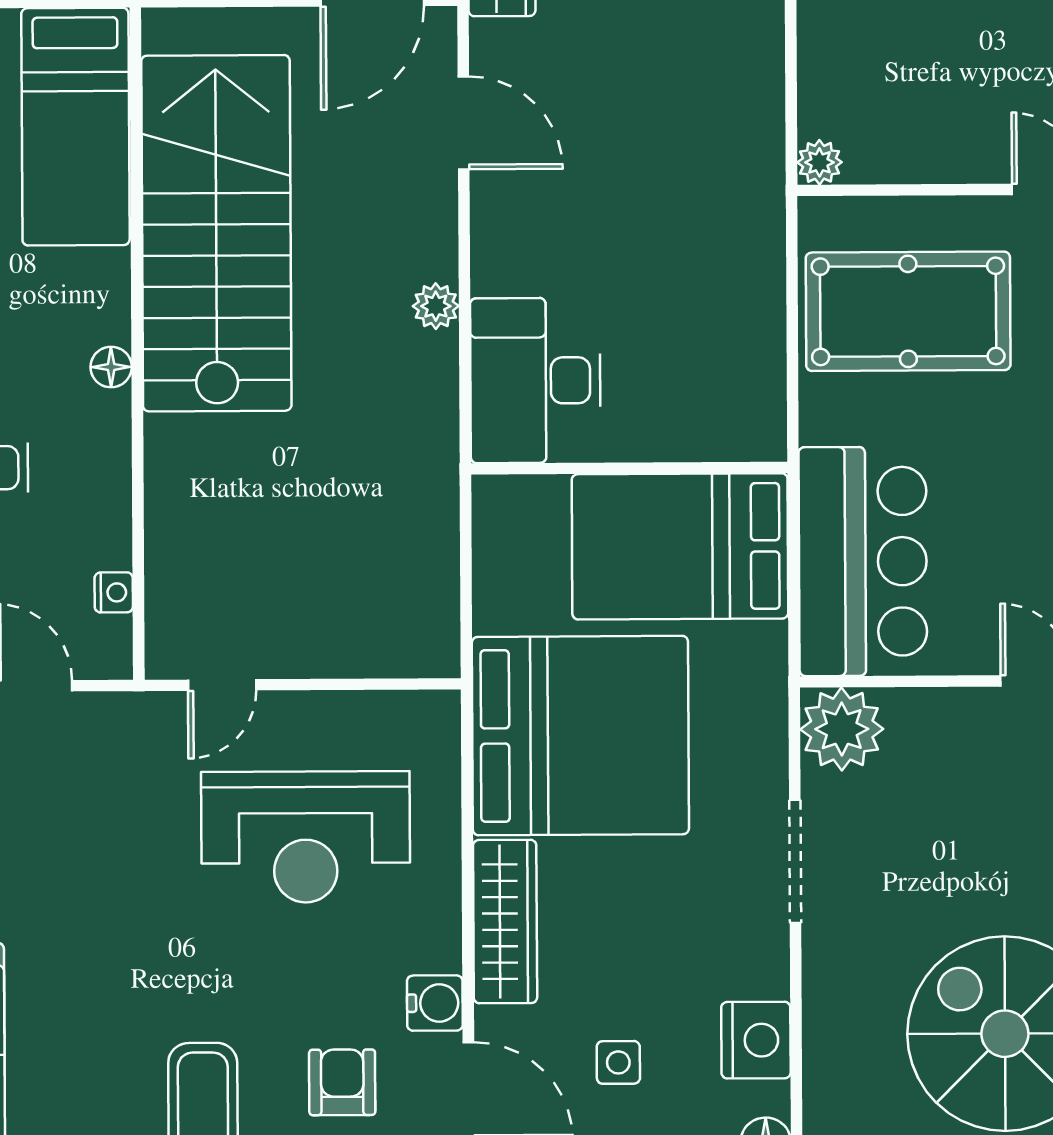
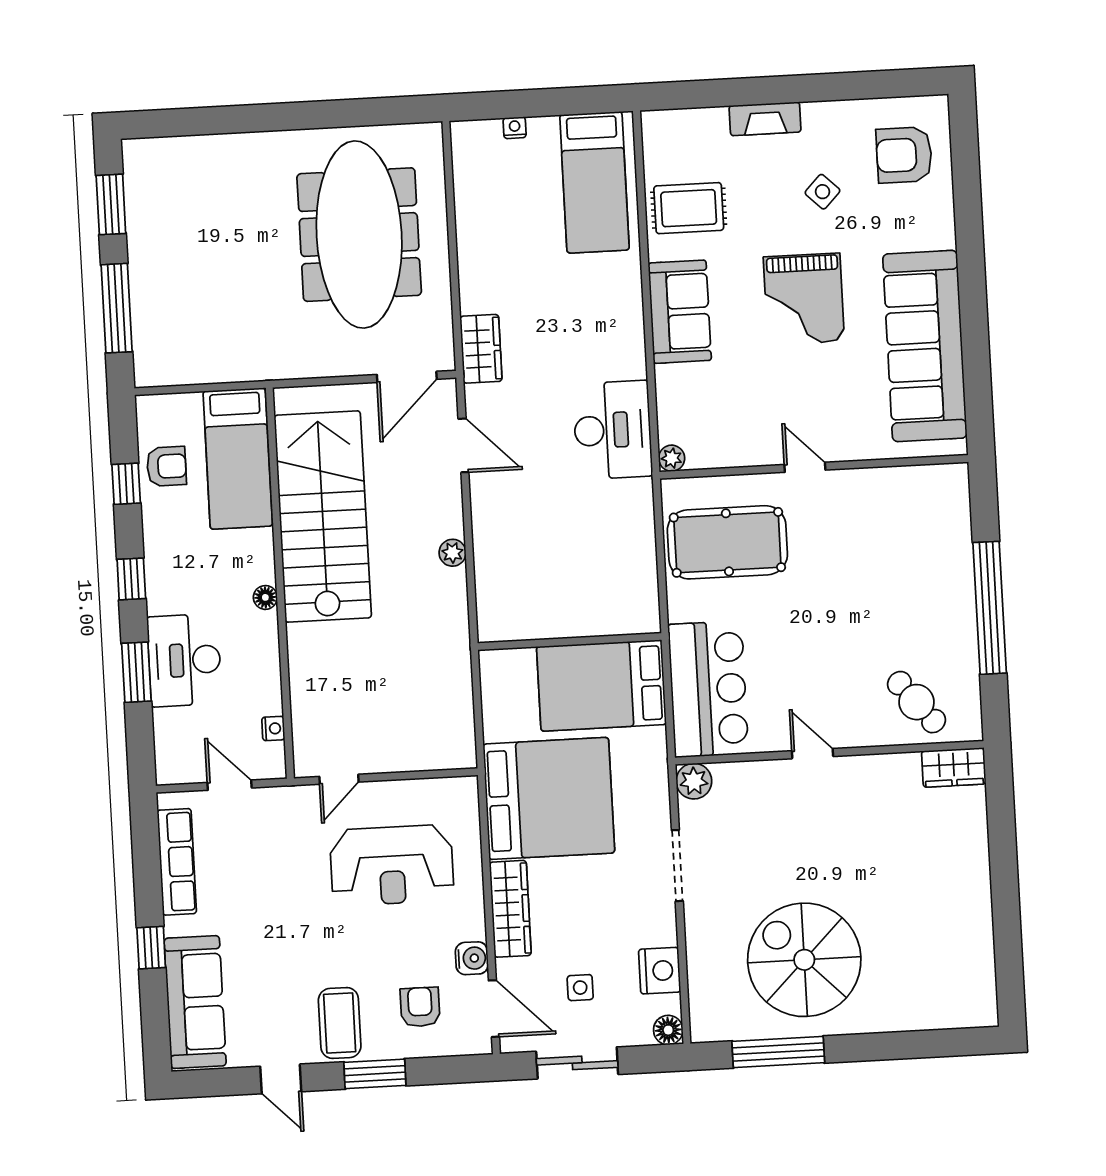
desk: (535, 380) -> (613, 430), moved, turned 180
plant: (842, 729) -> (694, 781), width x0.73, depth x0.73

